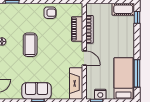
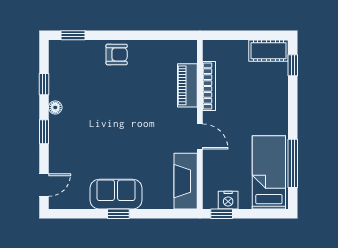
armchair: (50, 13) -> (117, 54), moved
coffee table: (30, 45) -> (105, 113), removed

